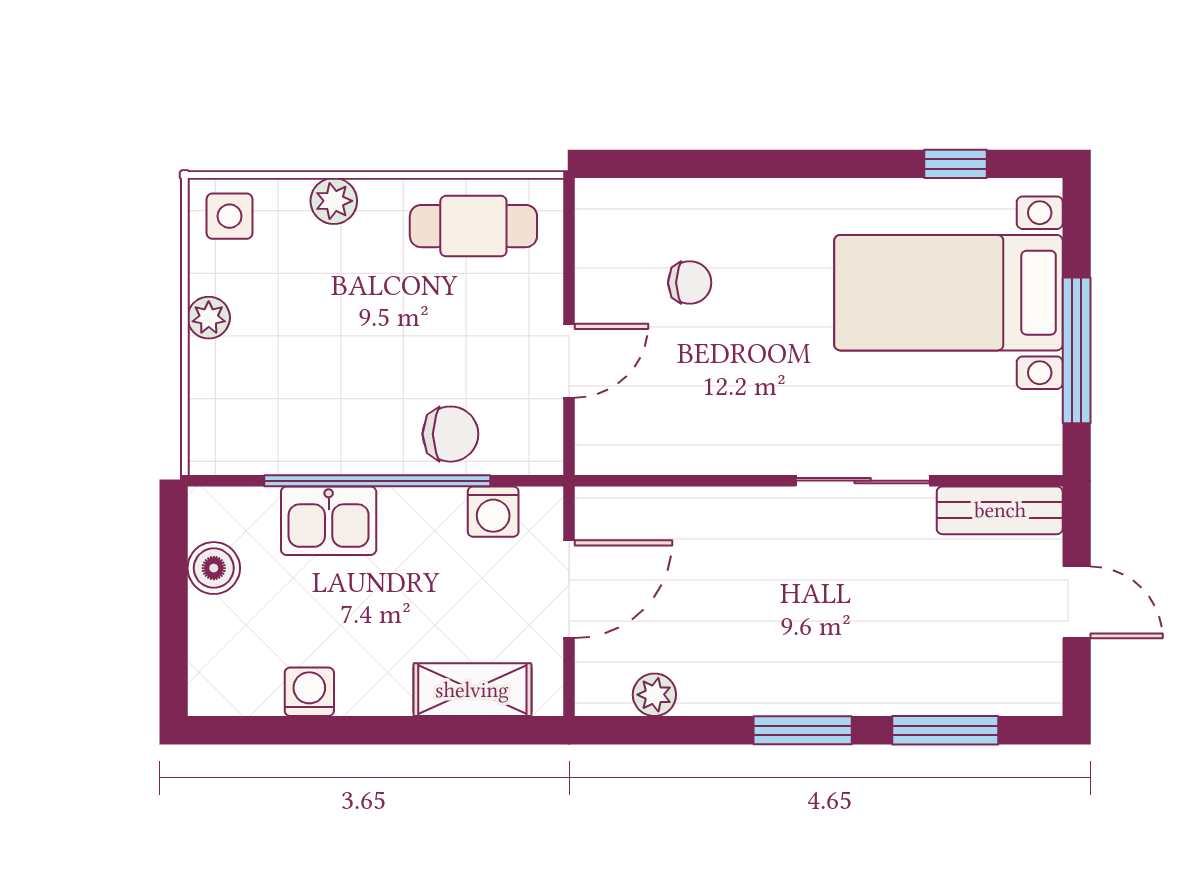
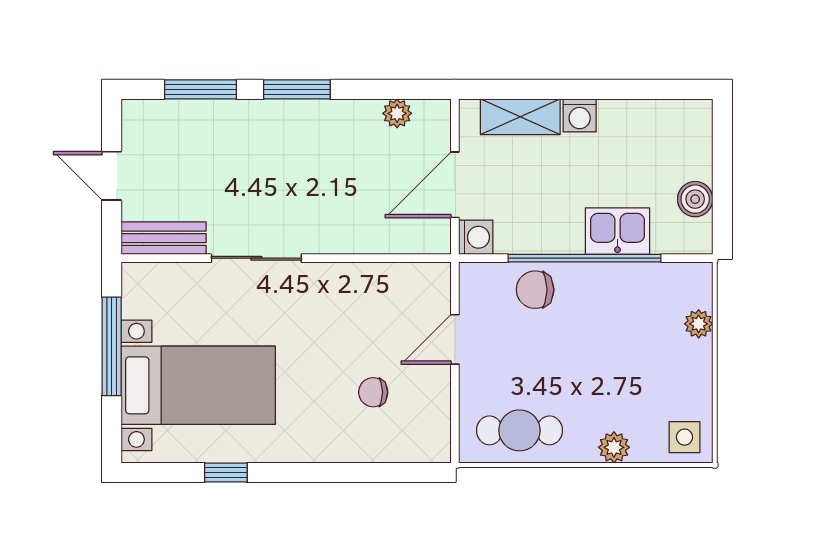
window: (955, 164) -> (226, 472), moved
plant: (209, 318) -> (699, 324), moved
washing machine: (493, 512) -> (476, 237), moved, turned 90
washing machine: (309, 692) -> (580, 115), moved

